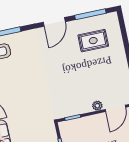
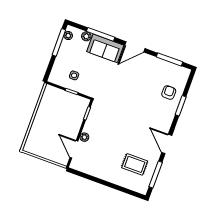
rug: (93, 41) -> (135, 164), turned 90

